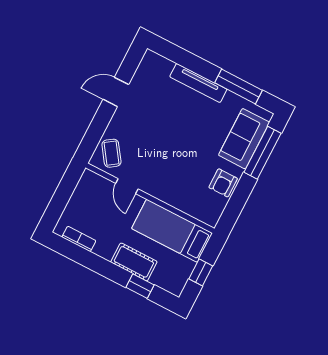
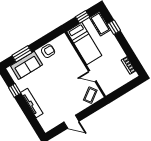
window: (239, 87) -> (15, 90), width x0.46
window: (263, 153) -> (22, 54), width x0.69
door: (127, 186) -> (92, 76), swing flipped
cot: (134, 262) -> (100, 24), moved

